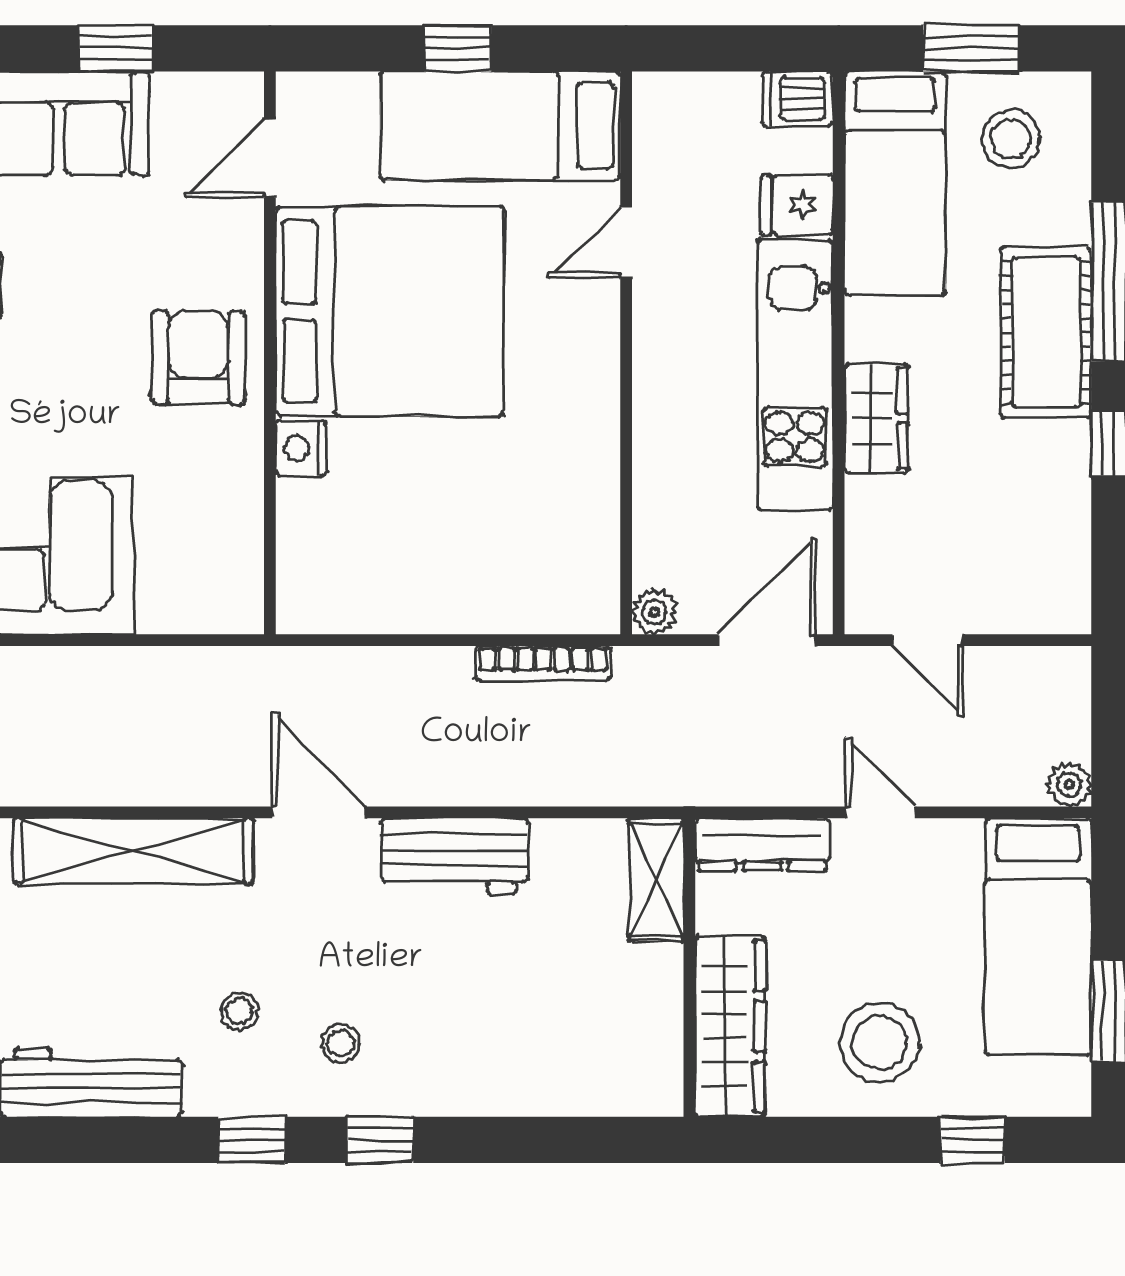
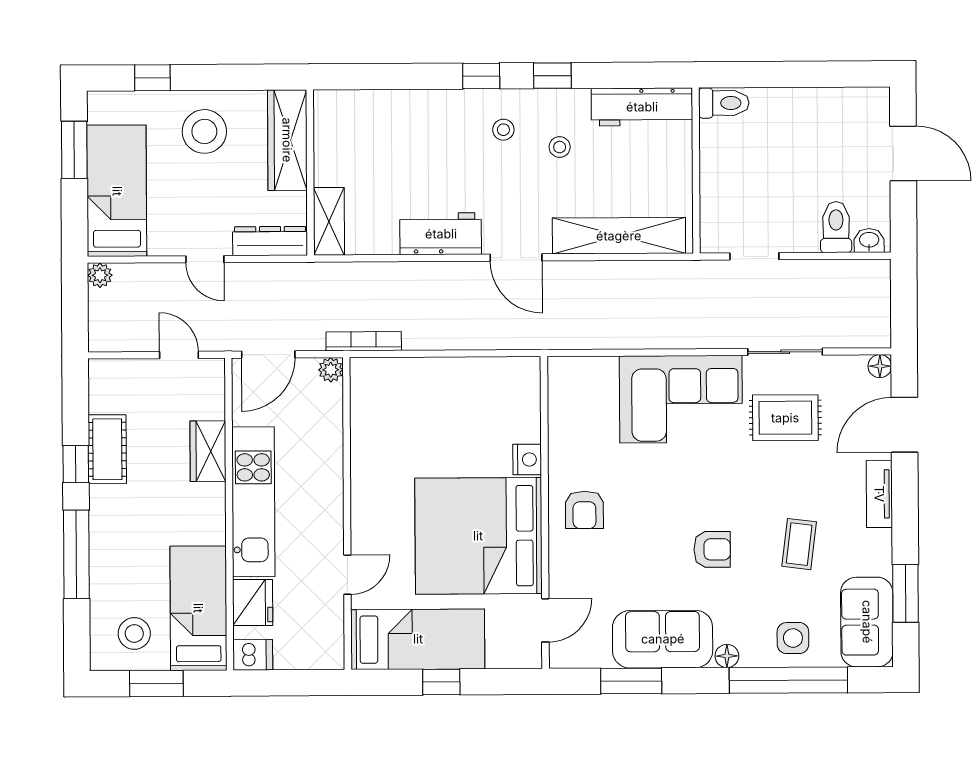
window: (116, 48) -> (631, 681), width x1.50
fridge: (797, 205) -> (253, 603), width x1.38
cot: (1046, 332) -> (107, 449), moved, width x0.73, depth x0.75
armchair: (198, 357) -> (584, 510), width x0.72, depth x0.72
wardrobe: (876, 419) -> (208, 451), moved
bookcase: (543, 663) -> (364, 341), moved

